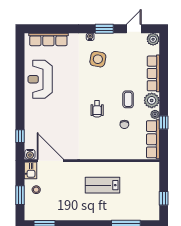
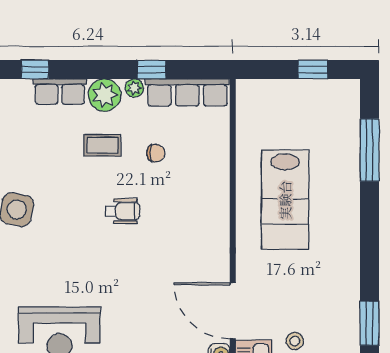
window: (164, 68) -> (35, 70), added
row of seats: (153, 73) -> (60, 92), width x0.68
door: (50, 161) -> (233, 311), hinge flipped
lab bench: (103, 185) -> (285, 200), width x1.36, depth x1.39

